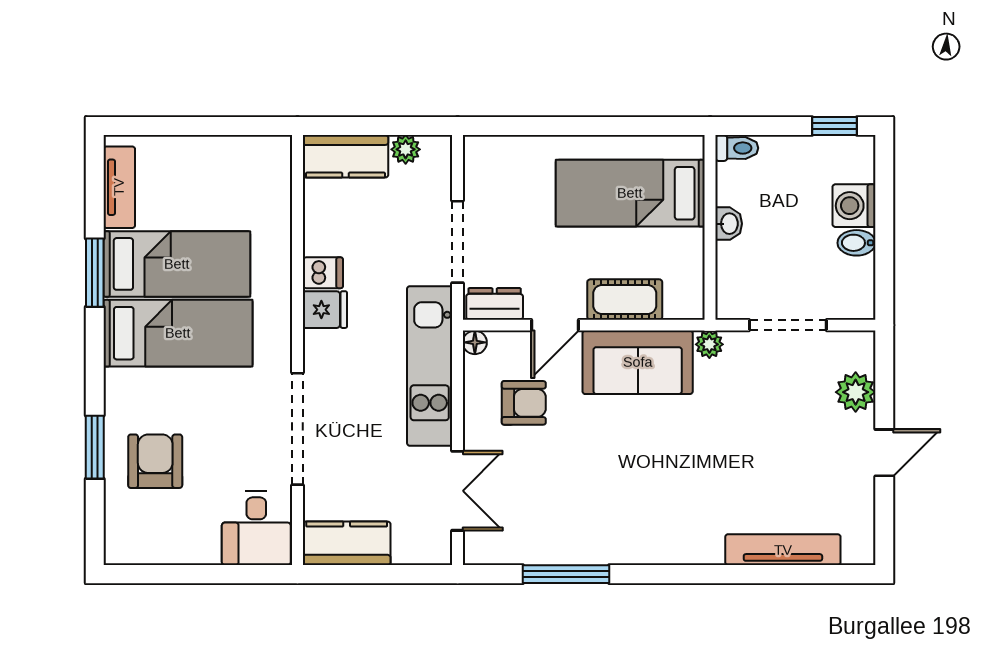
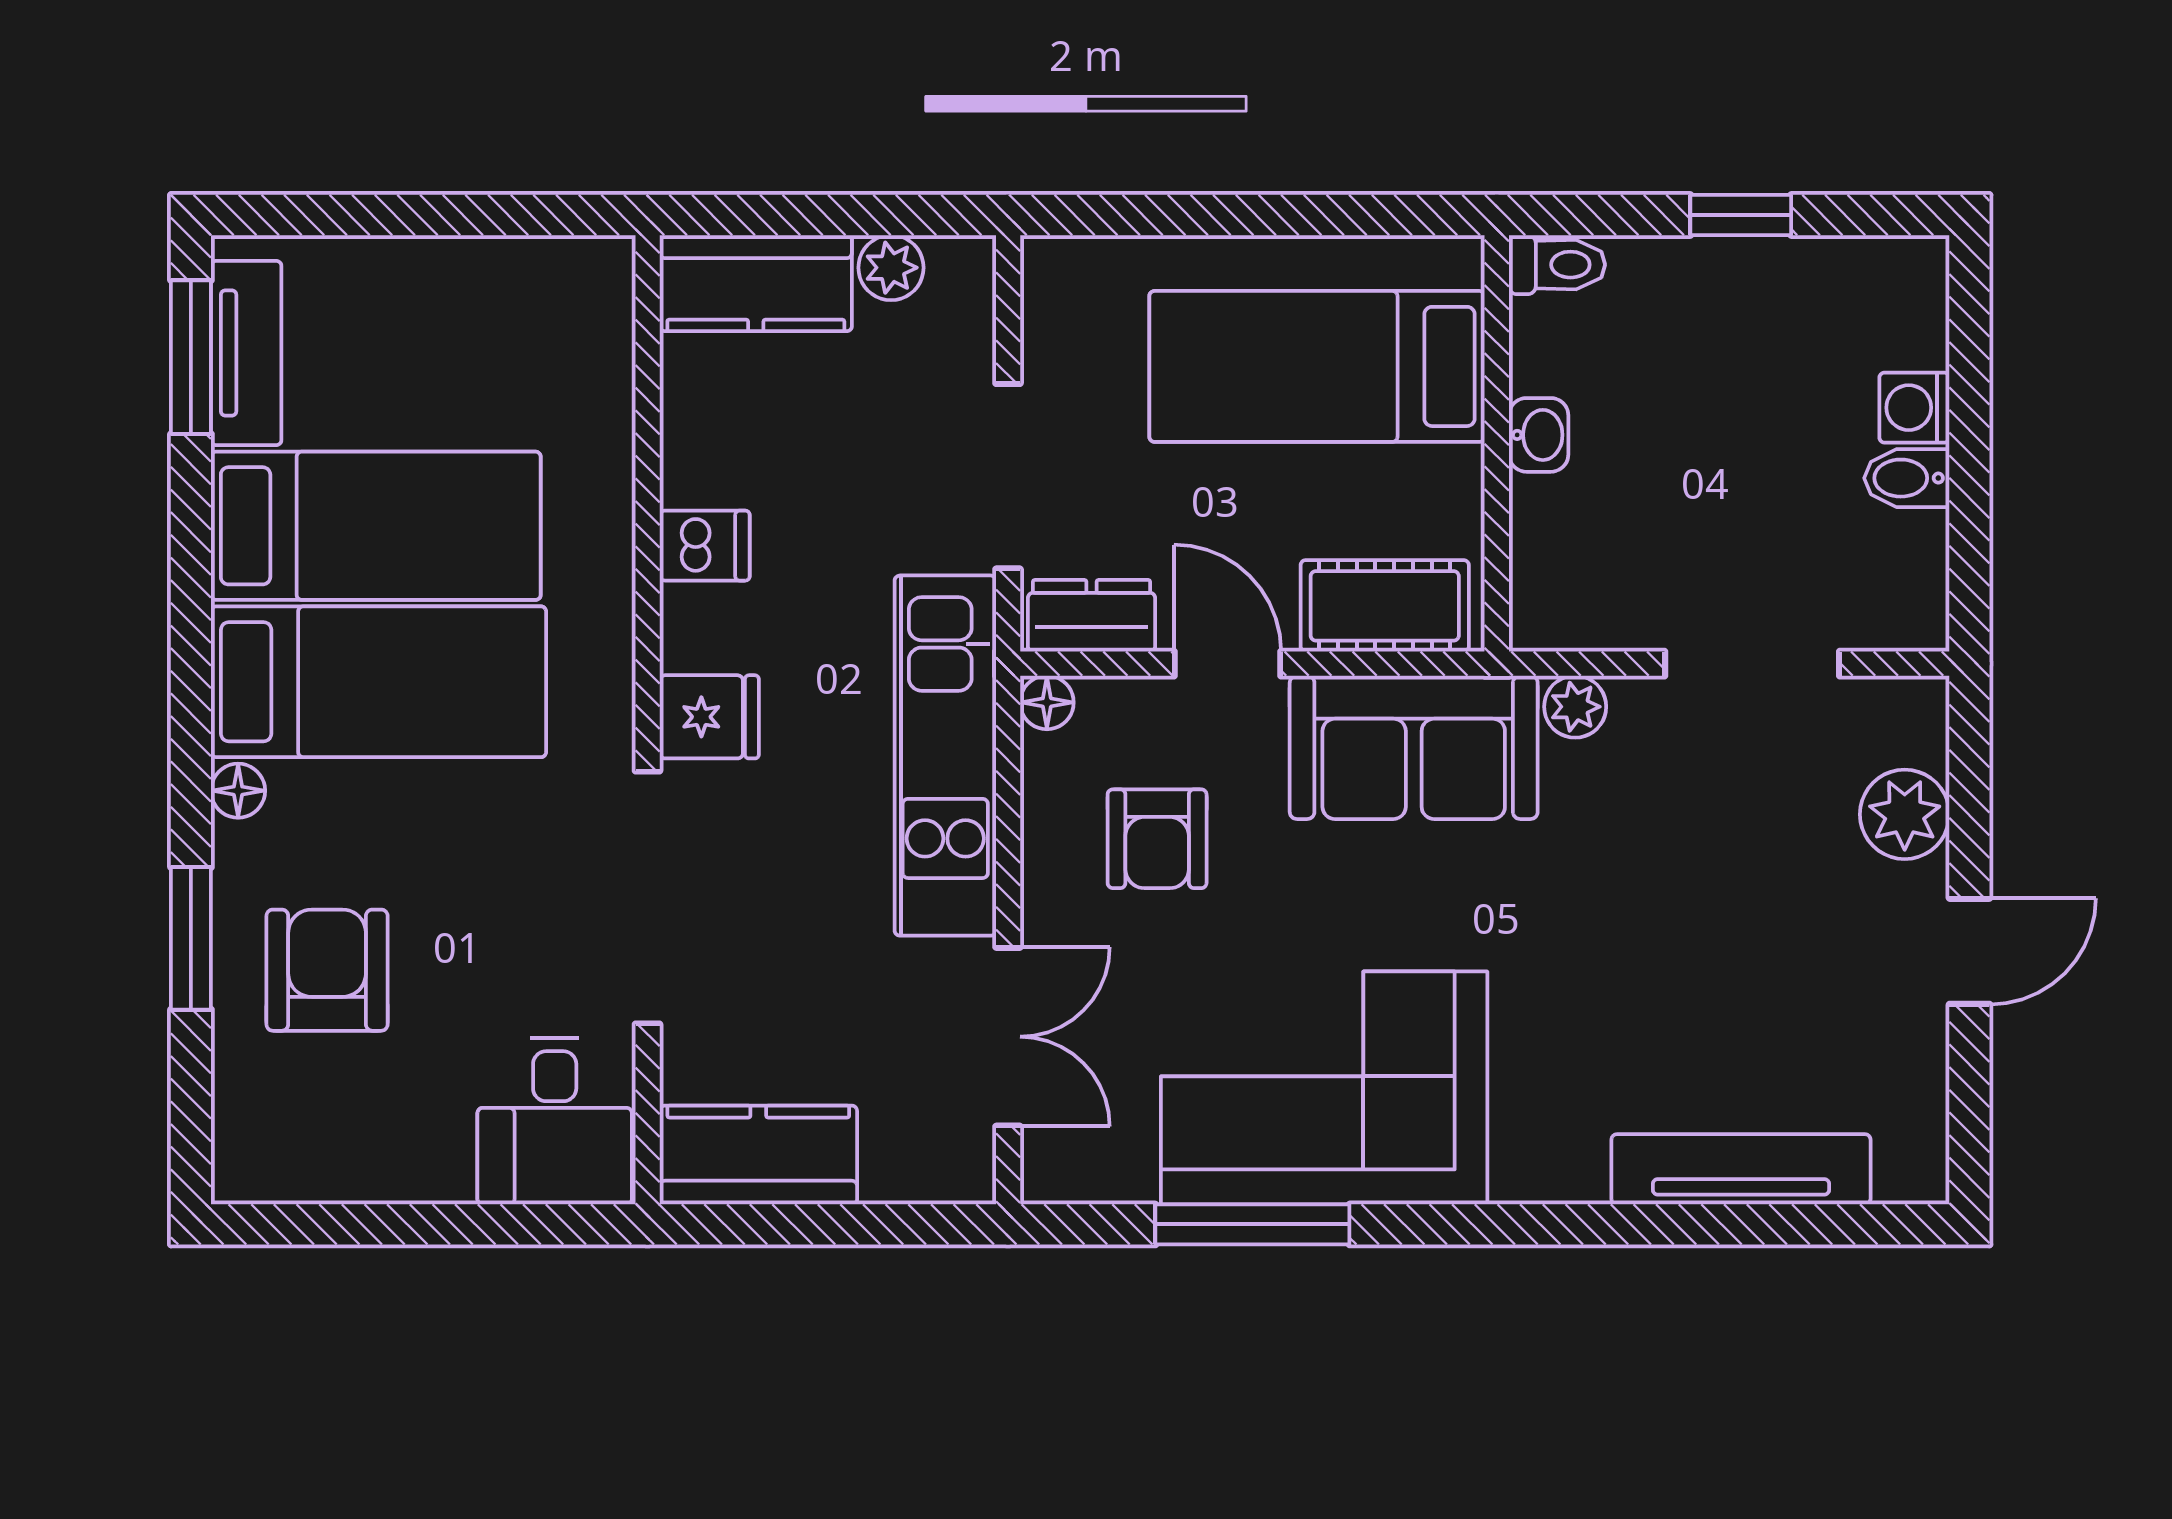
window: (835, 126) -> (1741, 215), moved
toilet: (737, 148) -> (1557, 265), moved
bed: (630, 193) -> (1317, 366), moved
washing machine: (854, 206) -> (1914, 408), width x0.73, depth x0.73
washbasin: (729, 224) -> (1539, 435), moved
wall: (710, 227) -> (1497, 443), moved
window: (95, 273) -> (191, 357), moved
fridge: (325, 310) -> (709, 717), moved
door: (555, 325) -> (1228, 664), swing flipped
floor lamp: (116, 382) -> (238, 791), added
armchair: (524, 403) -> (1157, 839), turned 90
corner sofa: (598, 514) -> (1324, 1088), added

